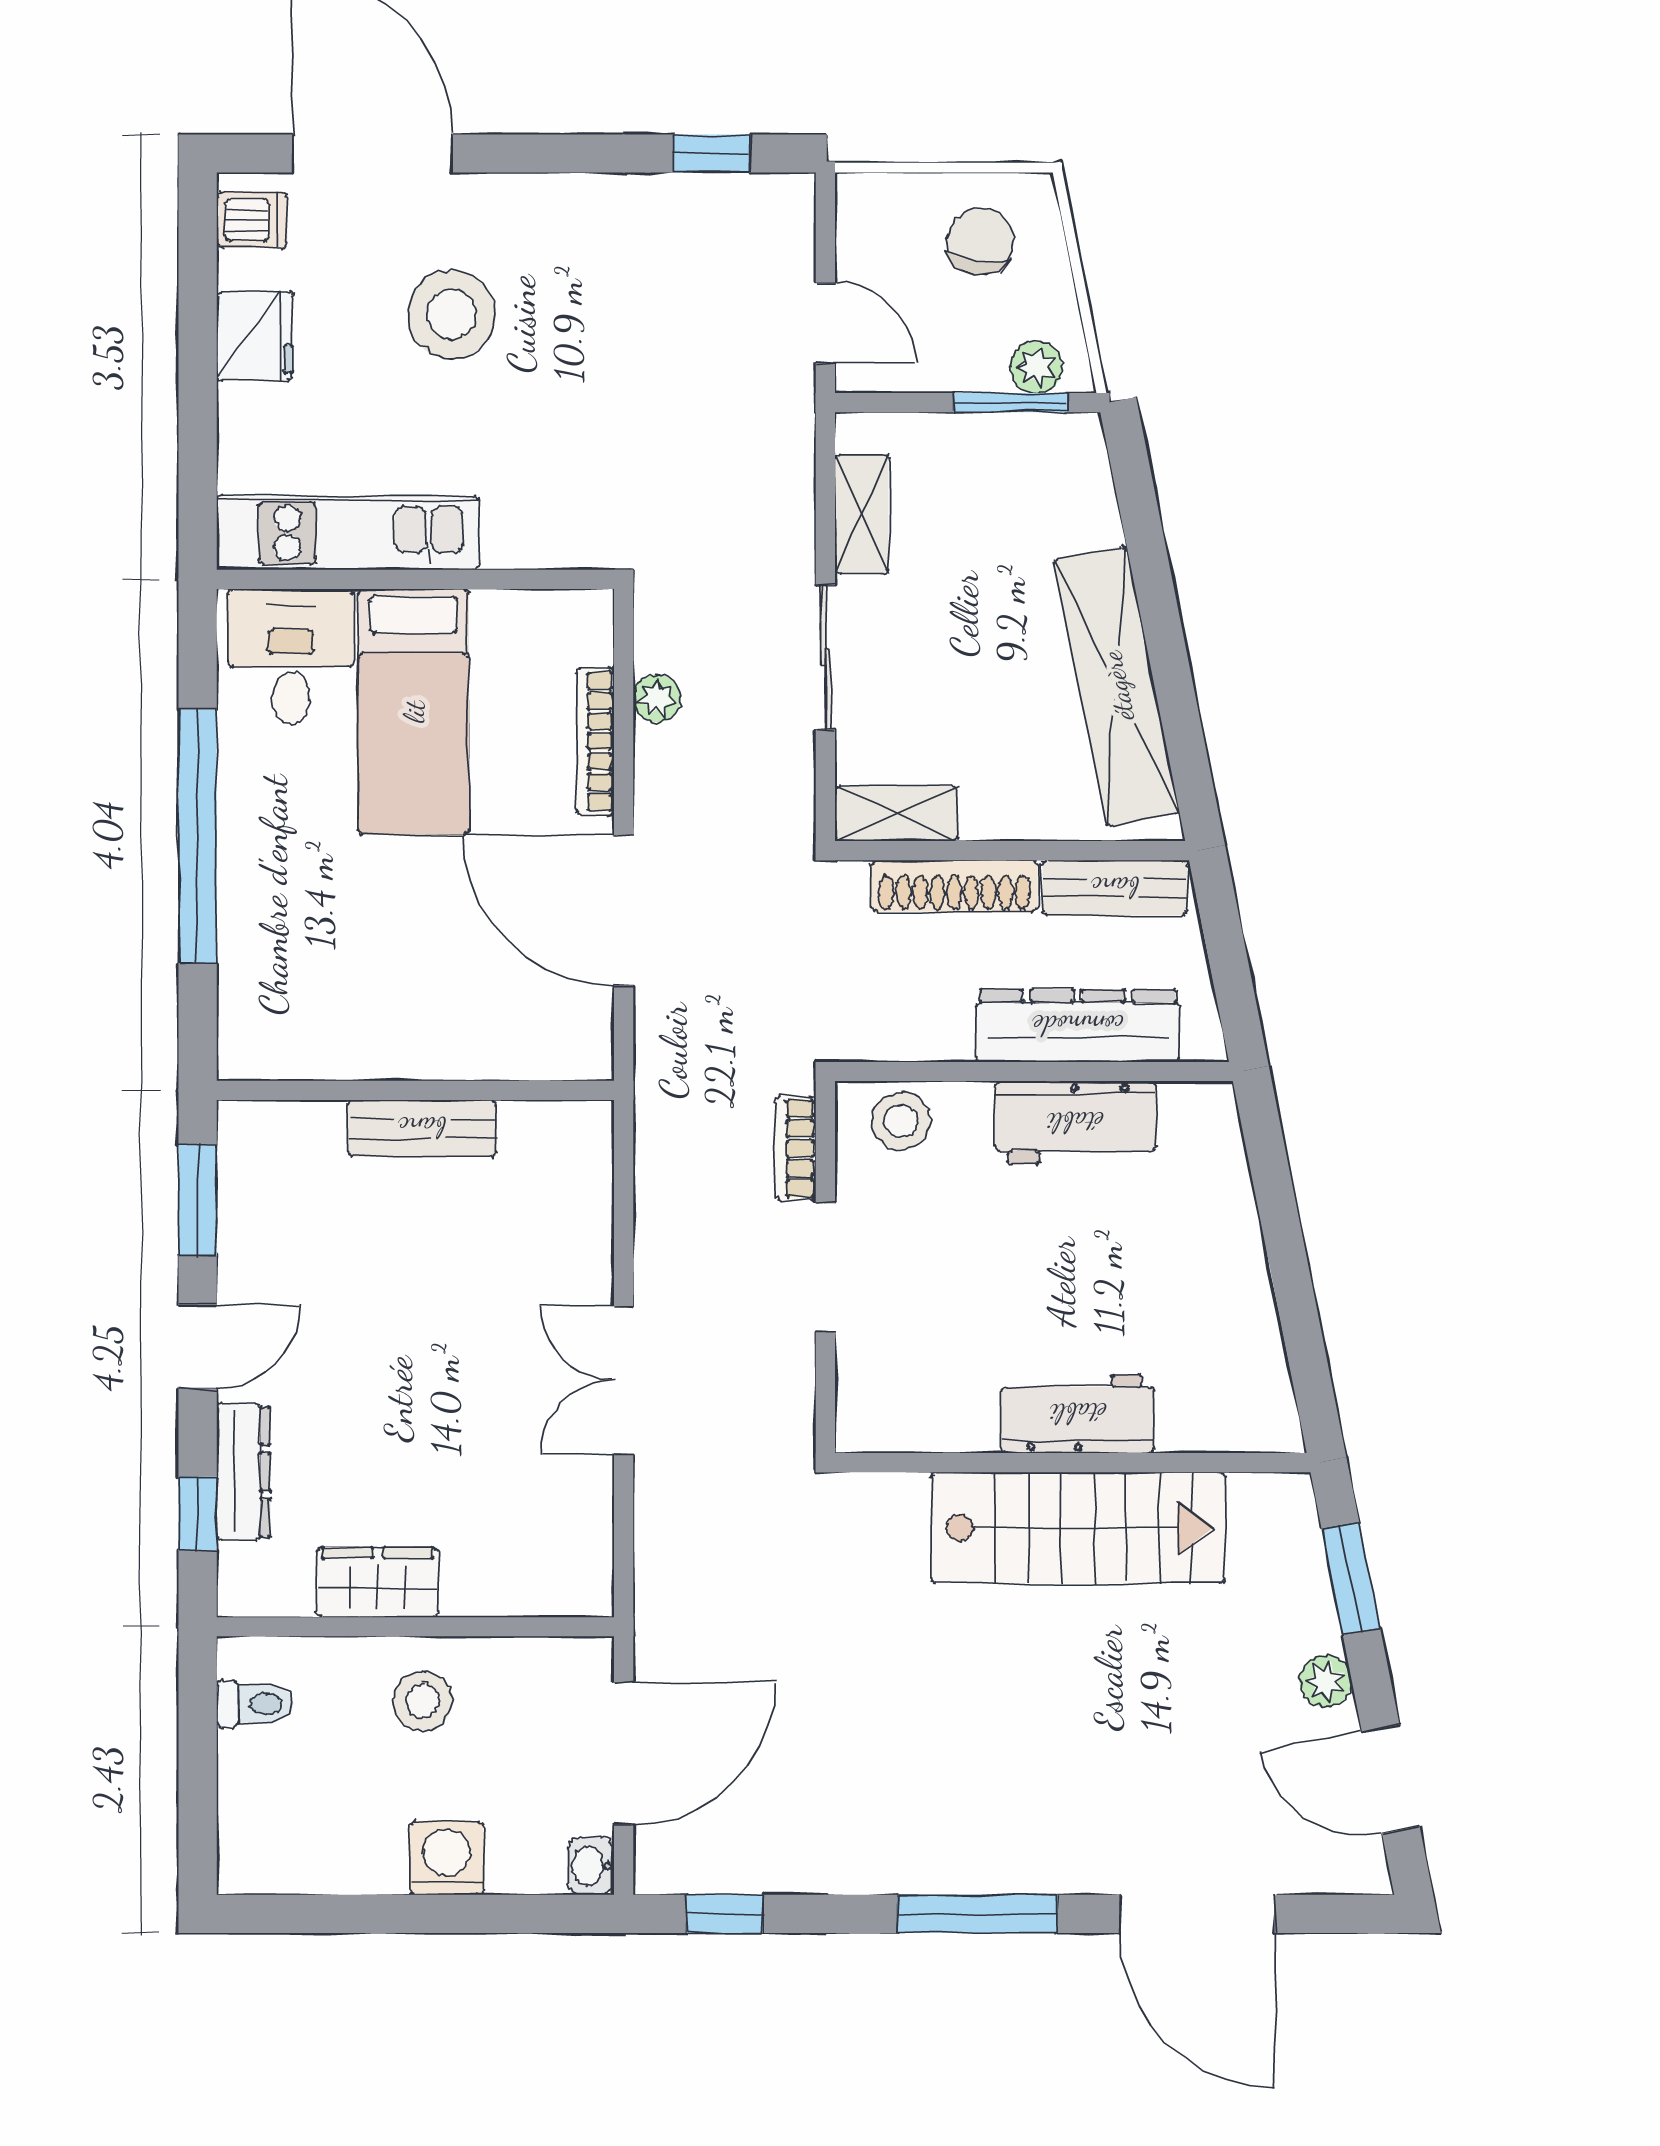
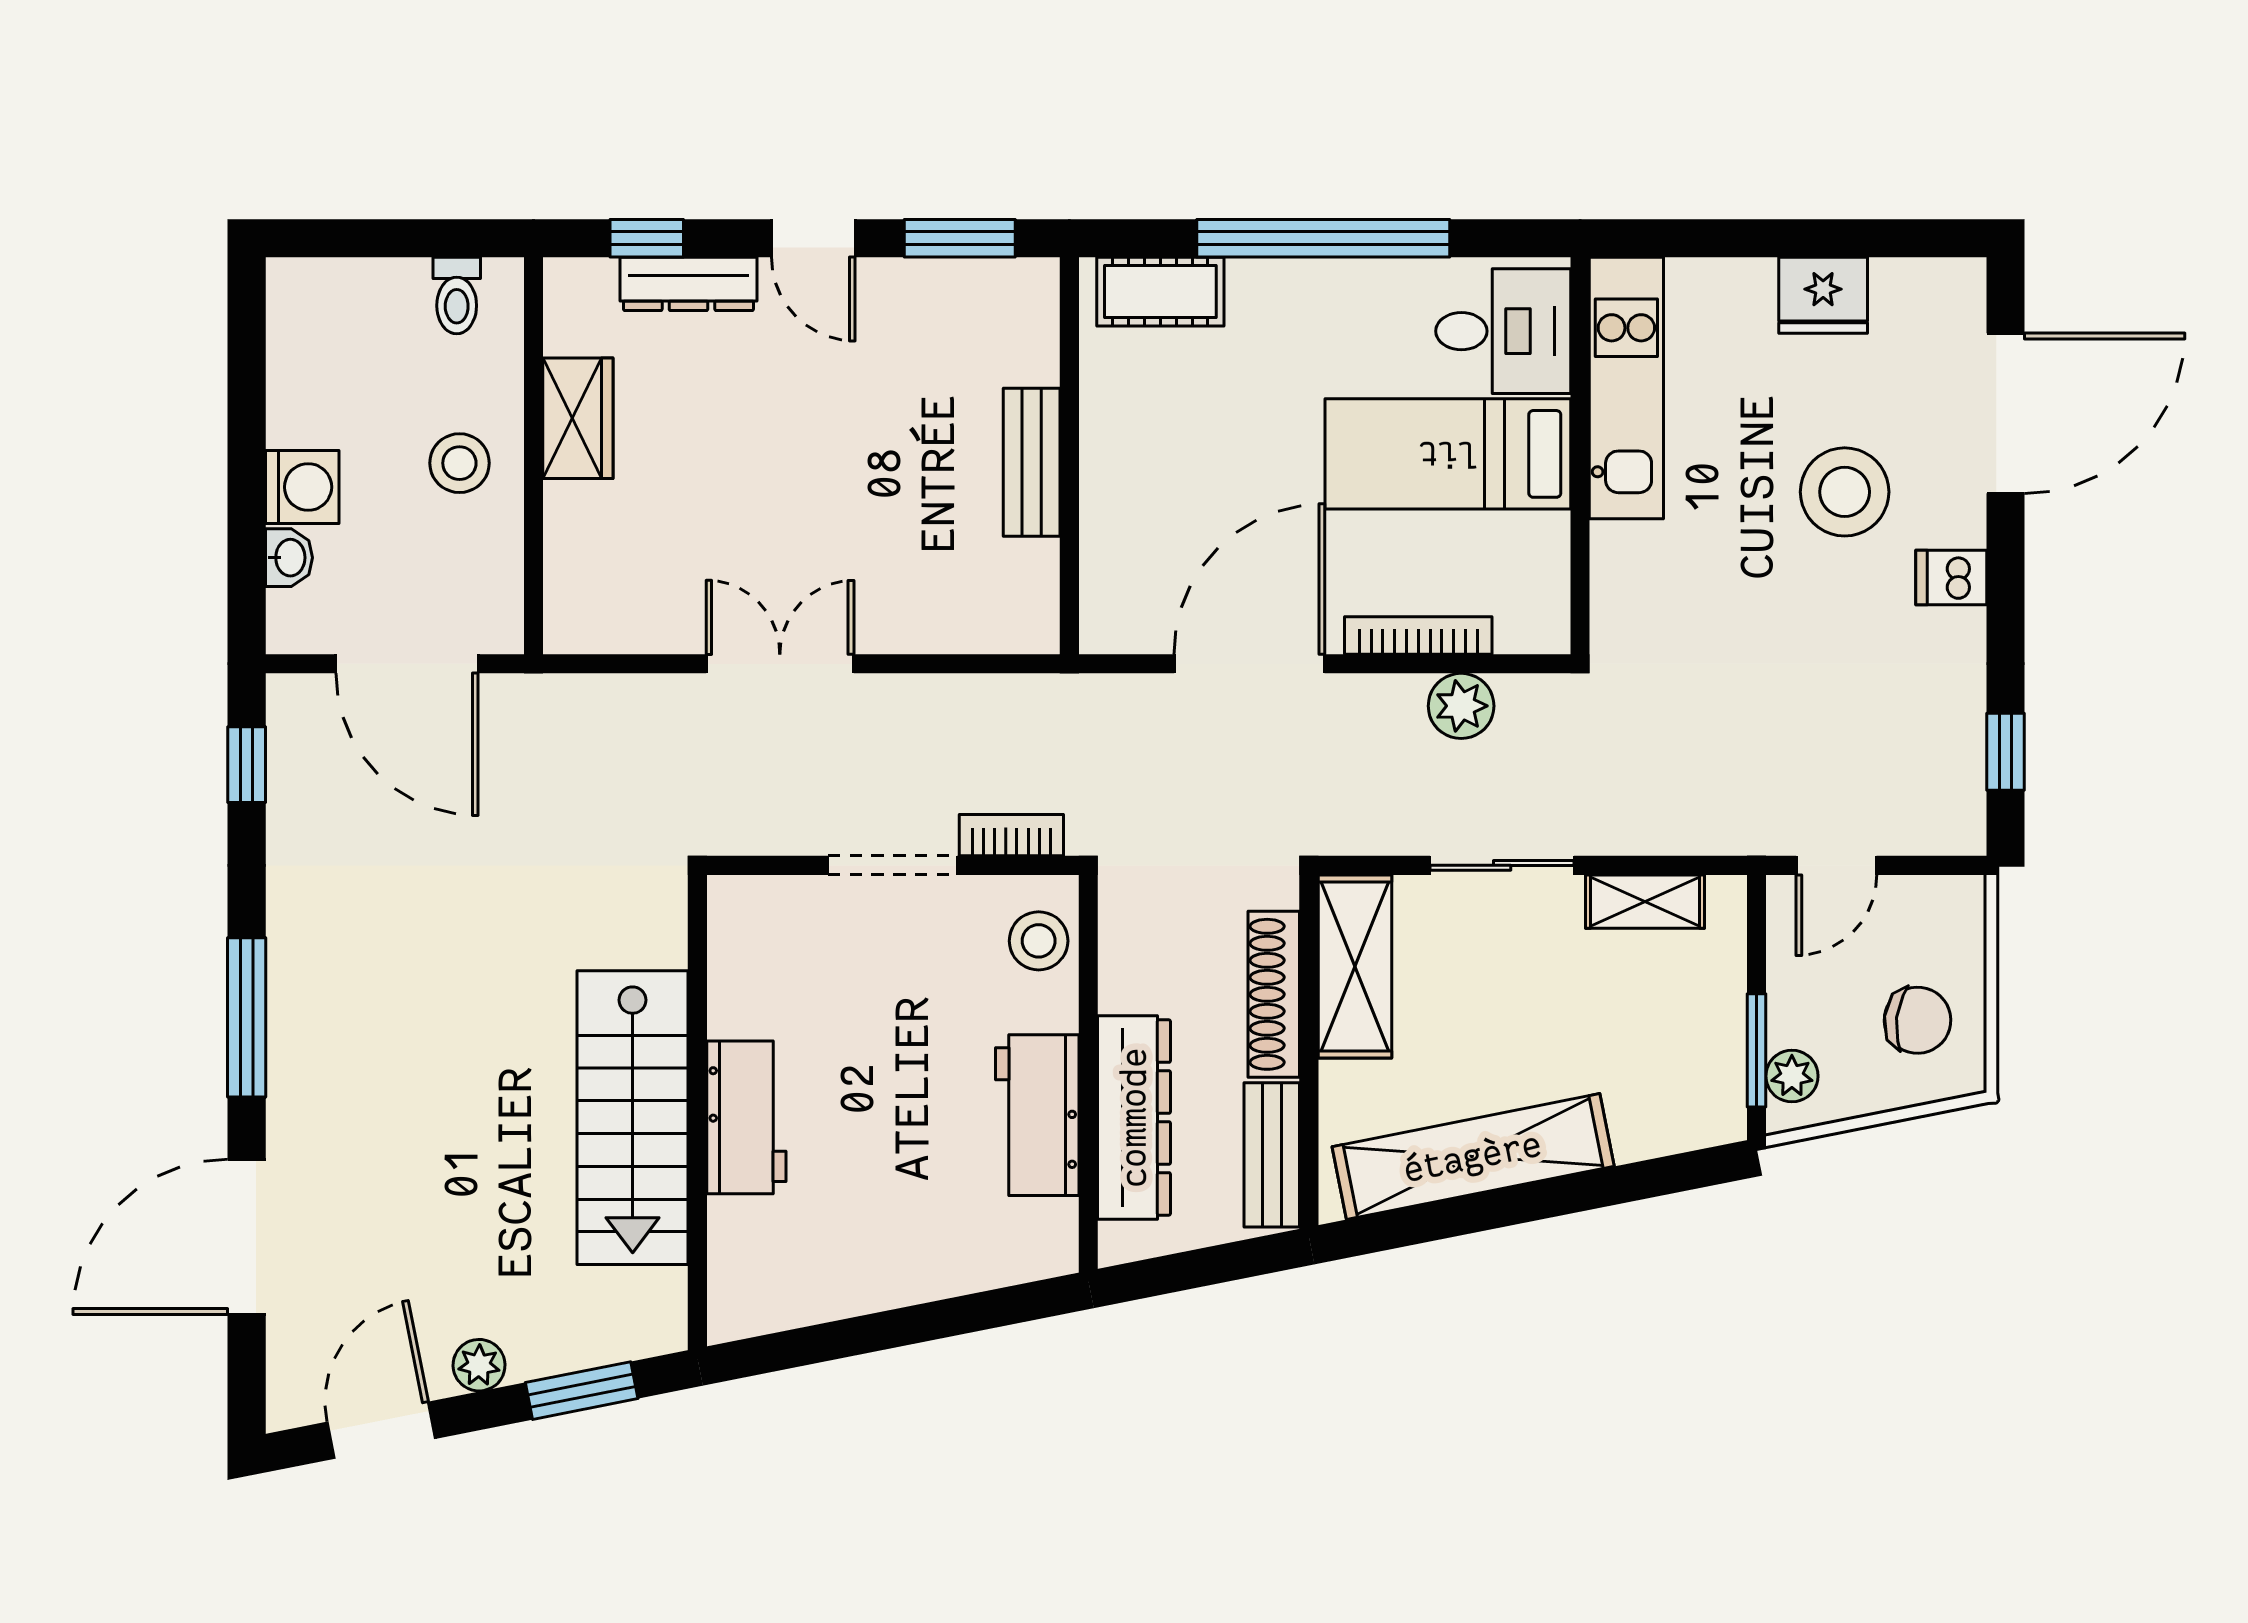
dishwasher: (252, 220) -> (1951, 578), moved, turned 90
plant: (657, 698) -> (1461, 706), width x1.38, depth x1.38
shelving: (896, 814) -> (1355, 967), width x1.50, depth x1.33
cot: (251, 999) -> (1160, 292), added
washbasin: (591, 1866) -> (289, 558), moved, turned 90

